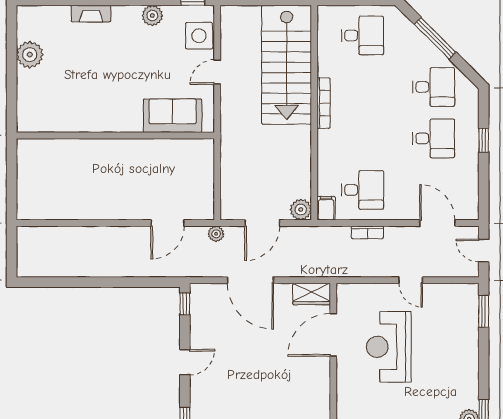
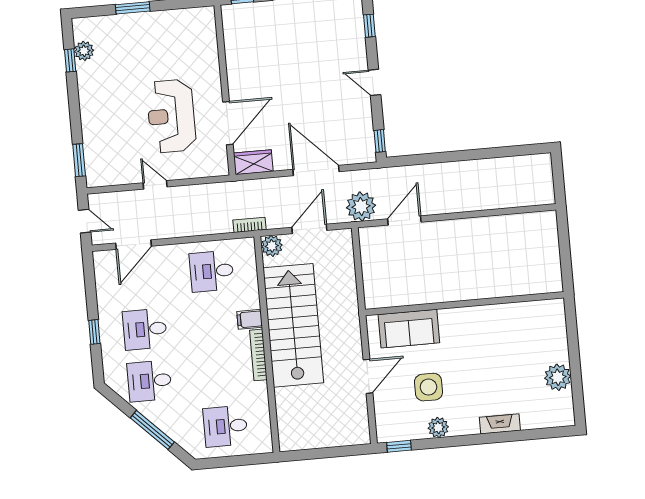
side table: (199, 36) -> (428, 387), moved
stairs: (287, 65) -> (293, 325), moved
door: (217, 72) -> (368, 376), width x1.37
filing cabinet: (326, 208) -> (250, 319), moved, turned 90
door: (437, 223) -> (134, 245), hinge flipped
bookcase: (367, 232) -> (250, 225), moved
plant: (216, 234) -> (361, 206), width x1.88, depth x1.88
reception desk: (389, 347) -> (171, 116), turned 180
door: (185, 362) -> (375, 82), hinge flipped

